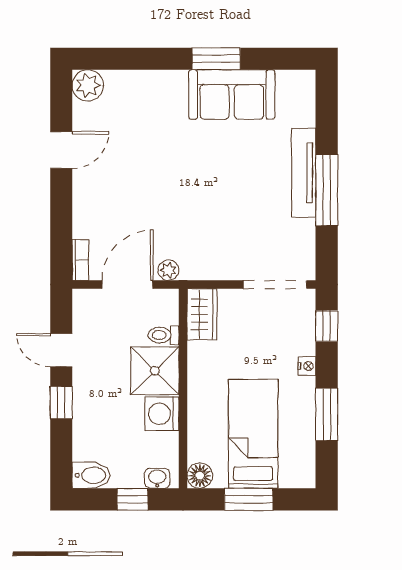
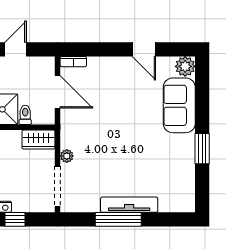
sofa: (232, 95) -> (179, 105), moved
plant: (168, 270) -> (67, 156), moved
window: (327, 326) -> (15, 219), moved

